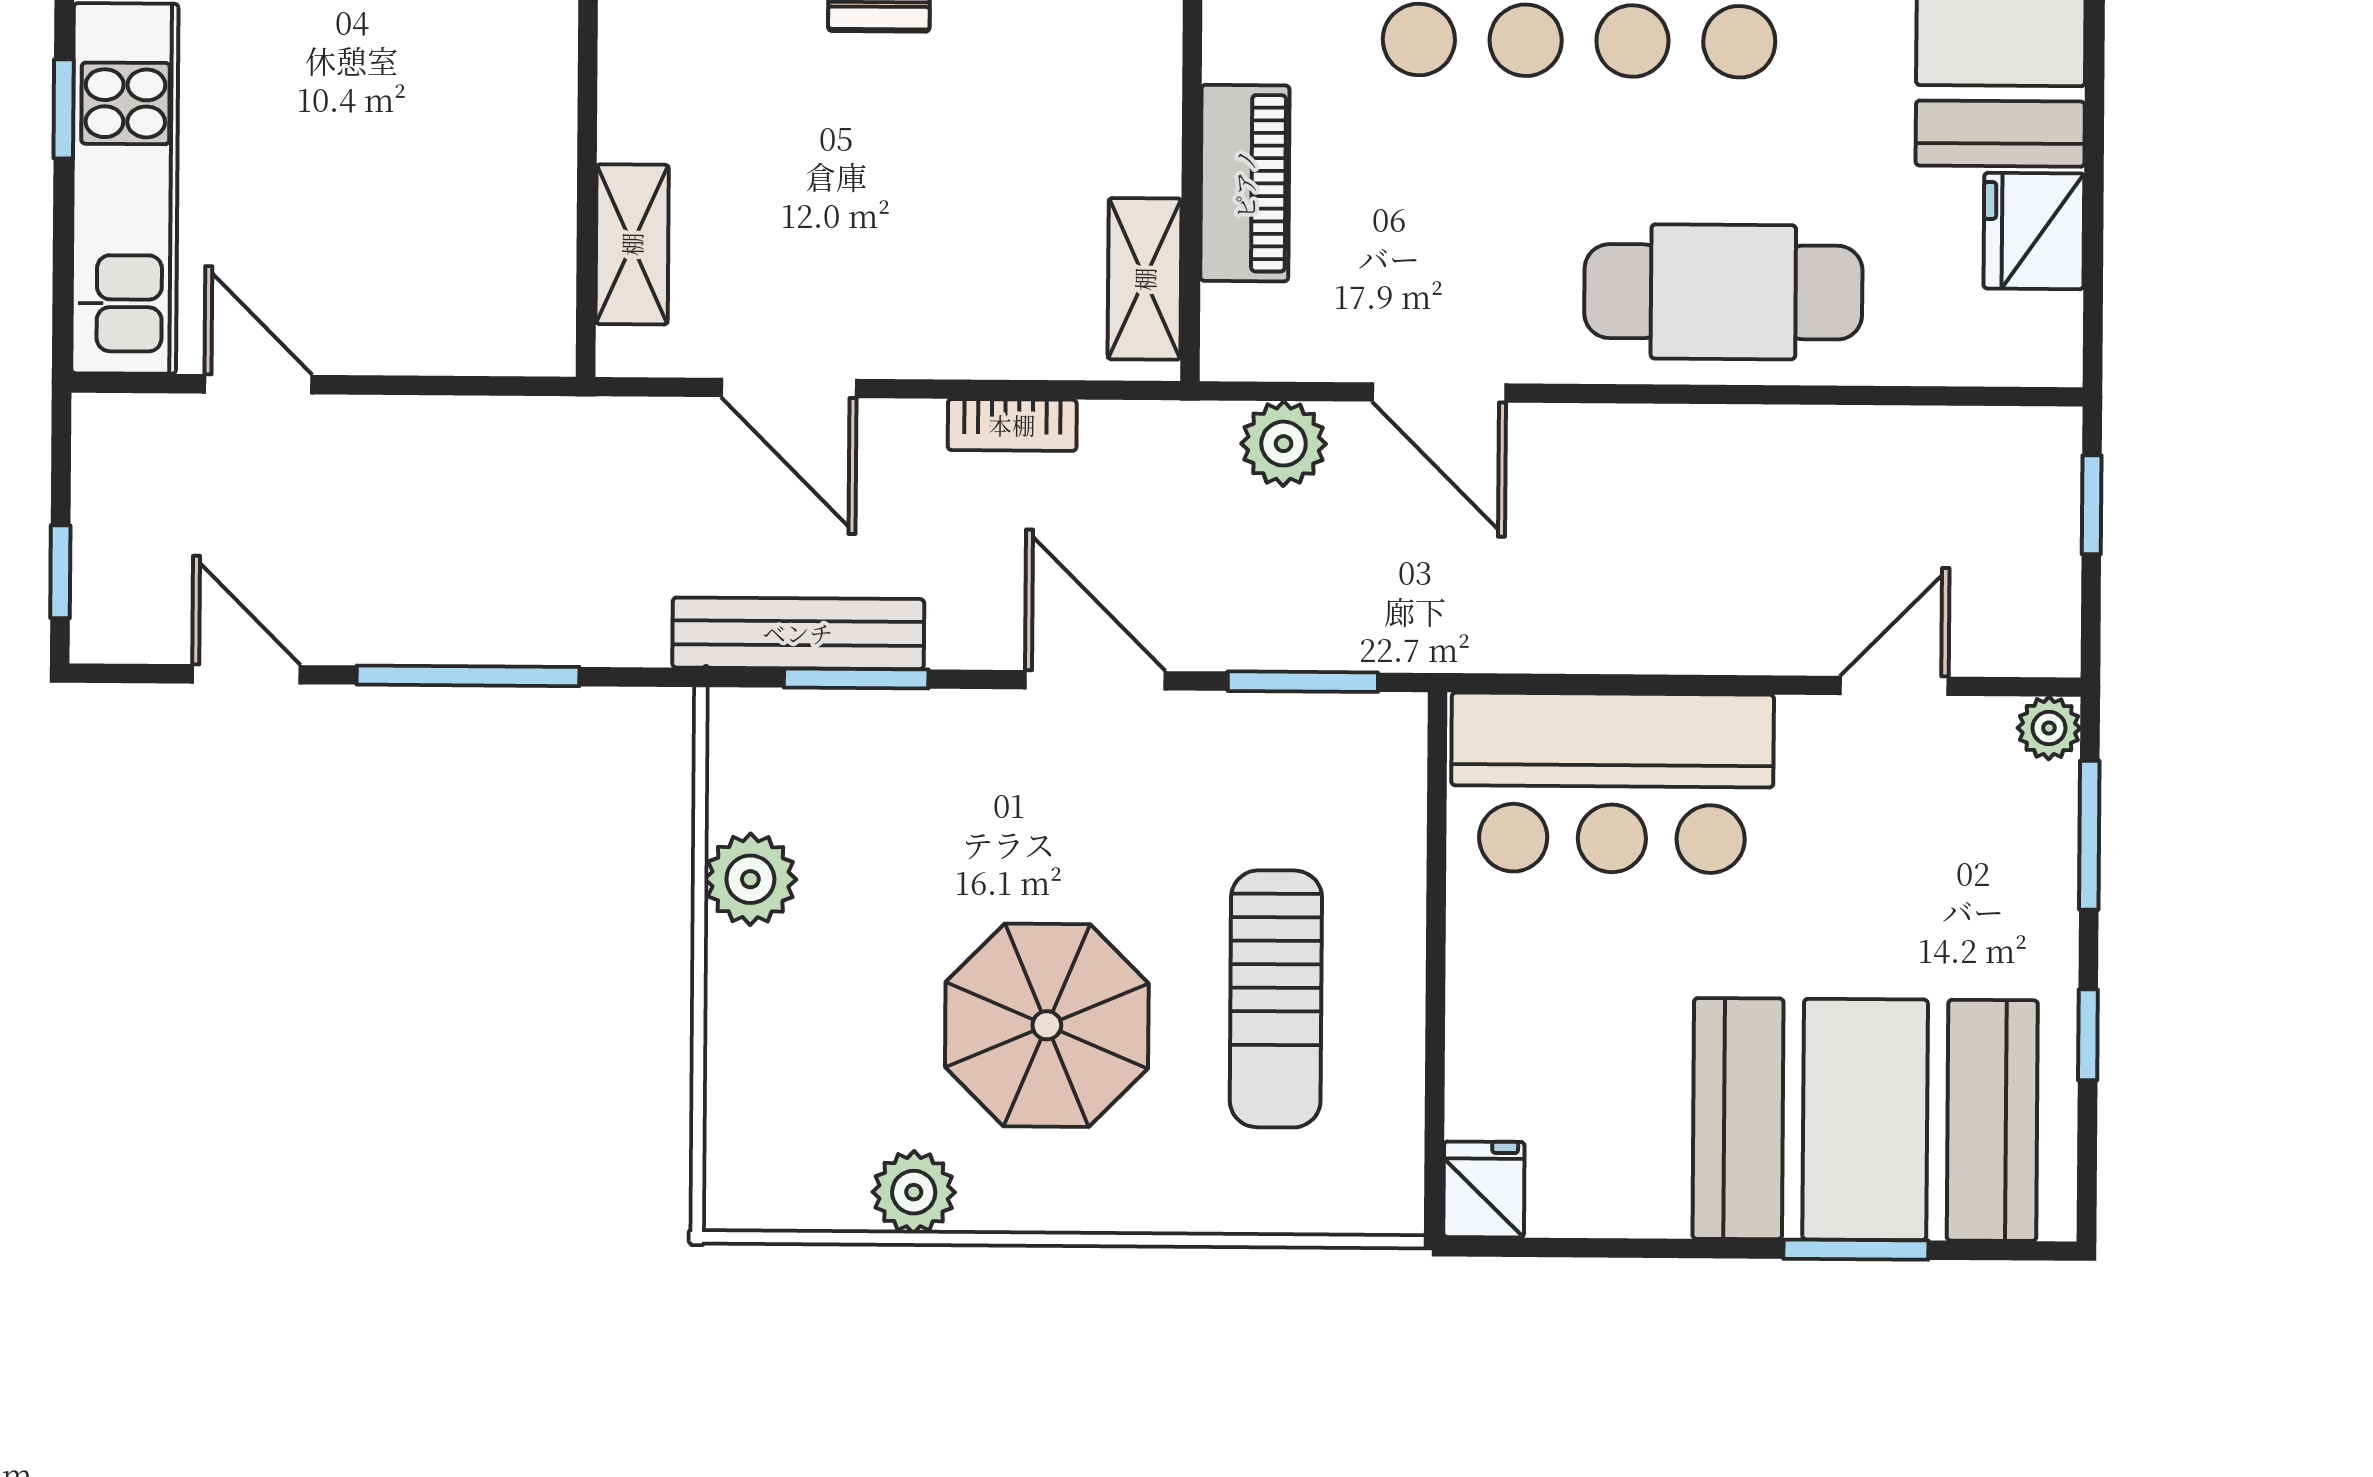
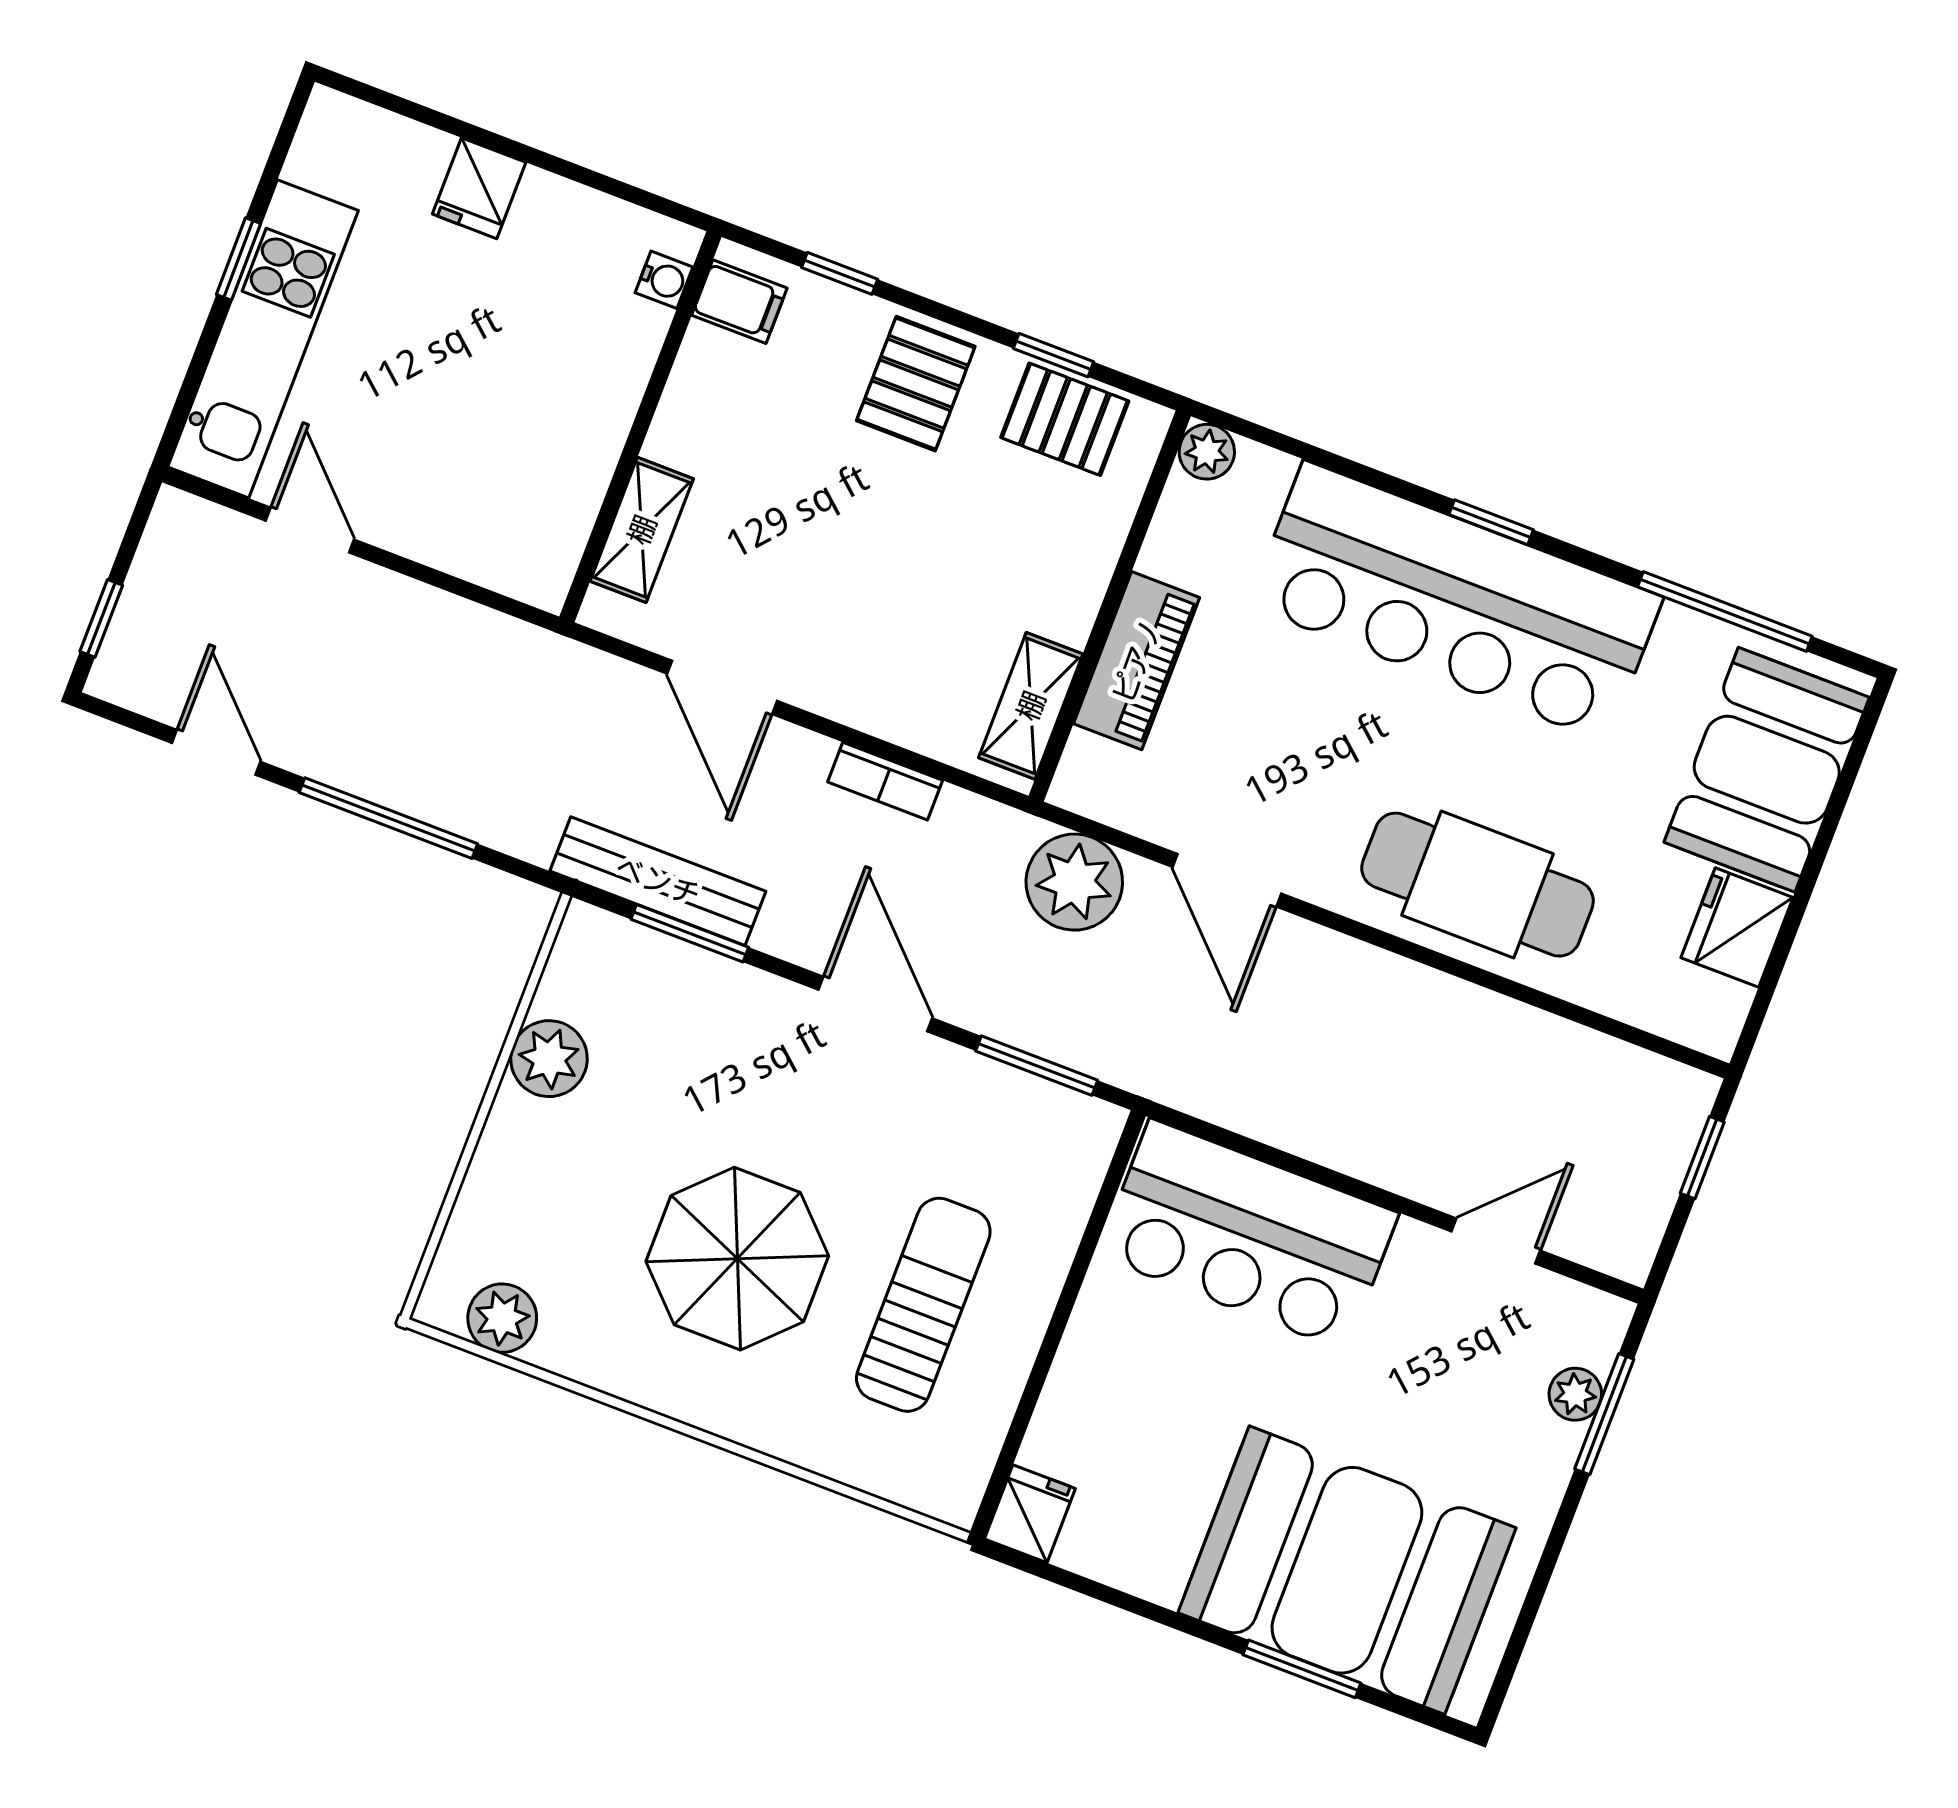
plant: (1284, 444) -> (1074, 882), width x1.36, depth x1.36
plant: (2049, 728) -> (1575, 1394), moved
sun lounger: (1276, 999) -> (923, 1305), turned 180
window: (2088, 1035) -> (1545, 1569), removed
plant: (914, 1192) -> (502, 1318), moved

